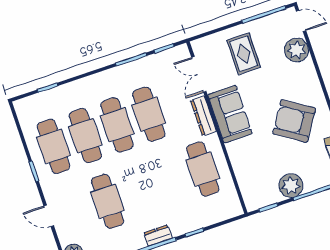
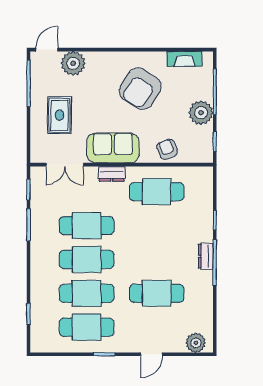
rug: (244, 54) -> (59, 115), turned 90
dresser: (203, 116) -> (112, 174), width x0.70
armchair: (246, 165) -> (167, 149), added

